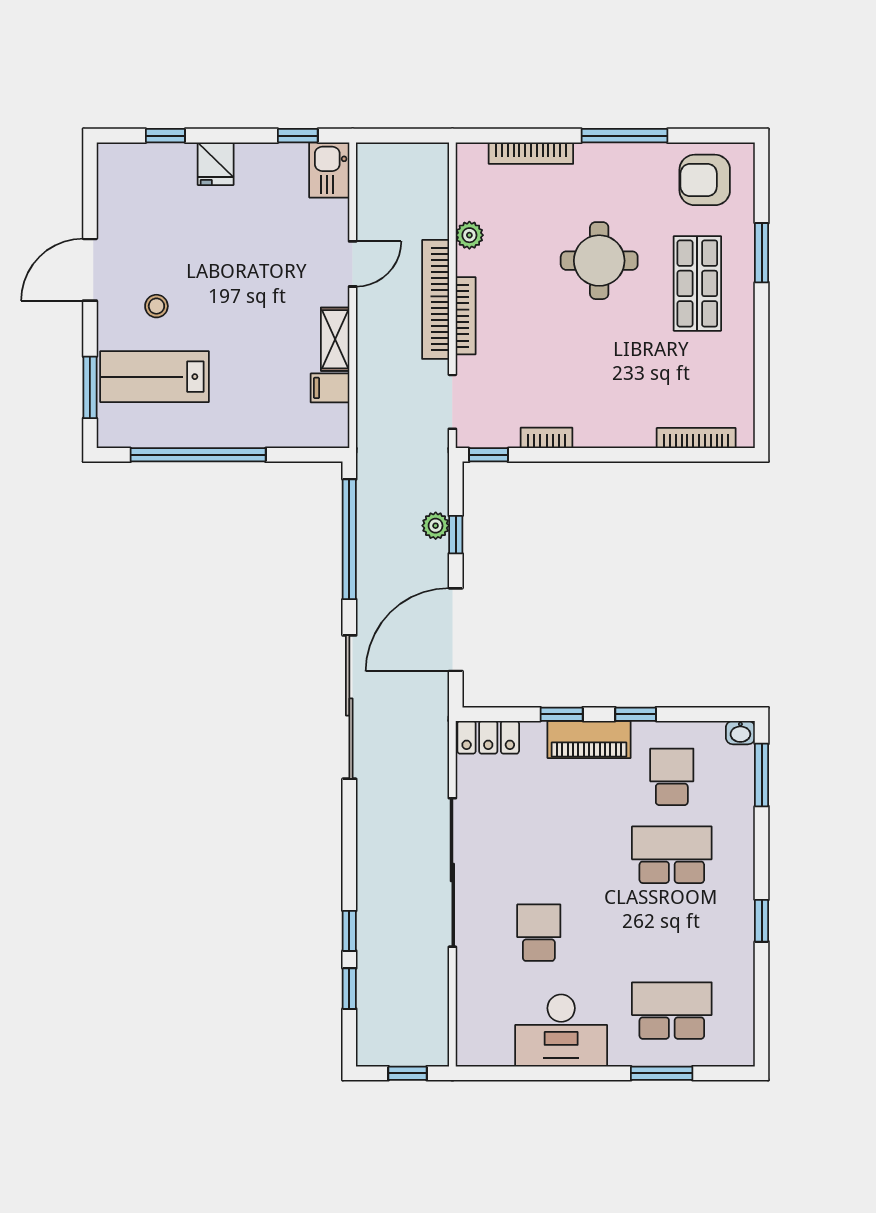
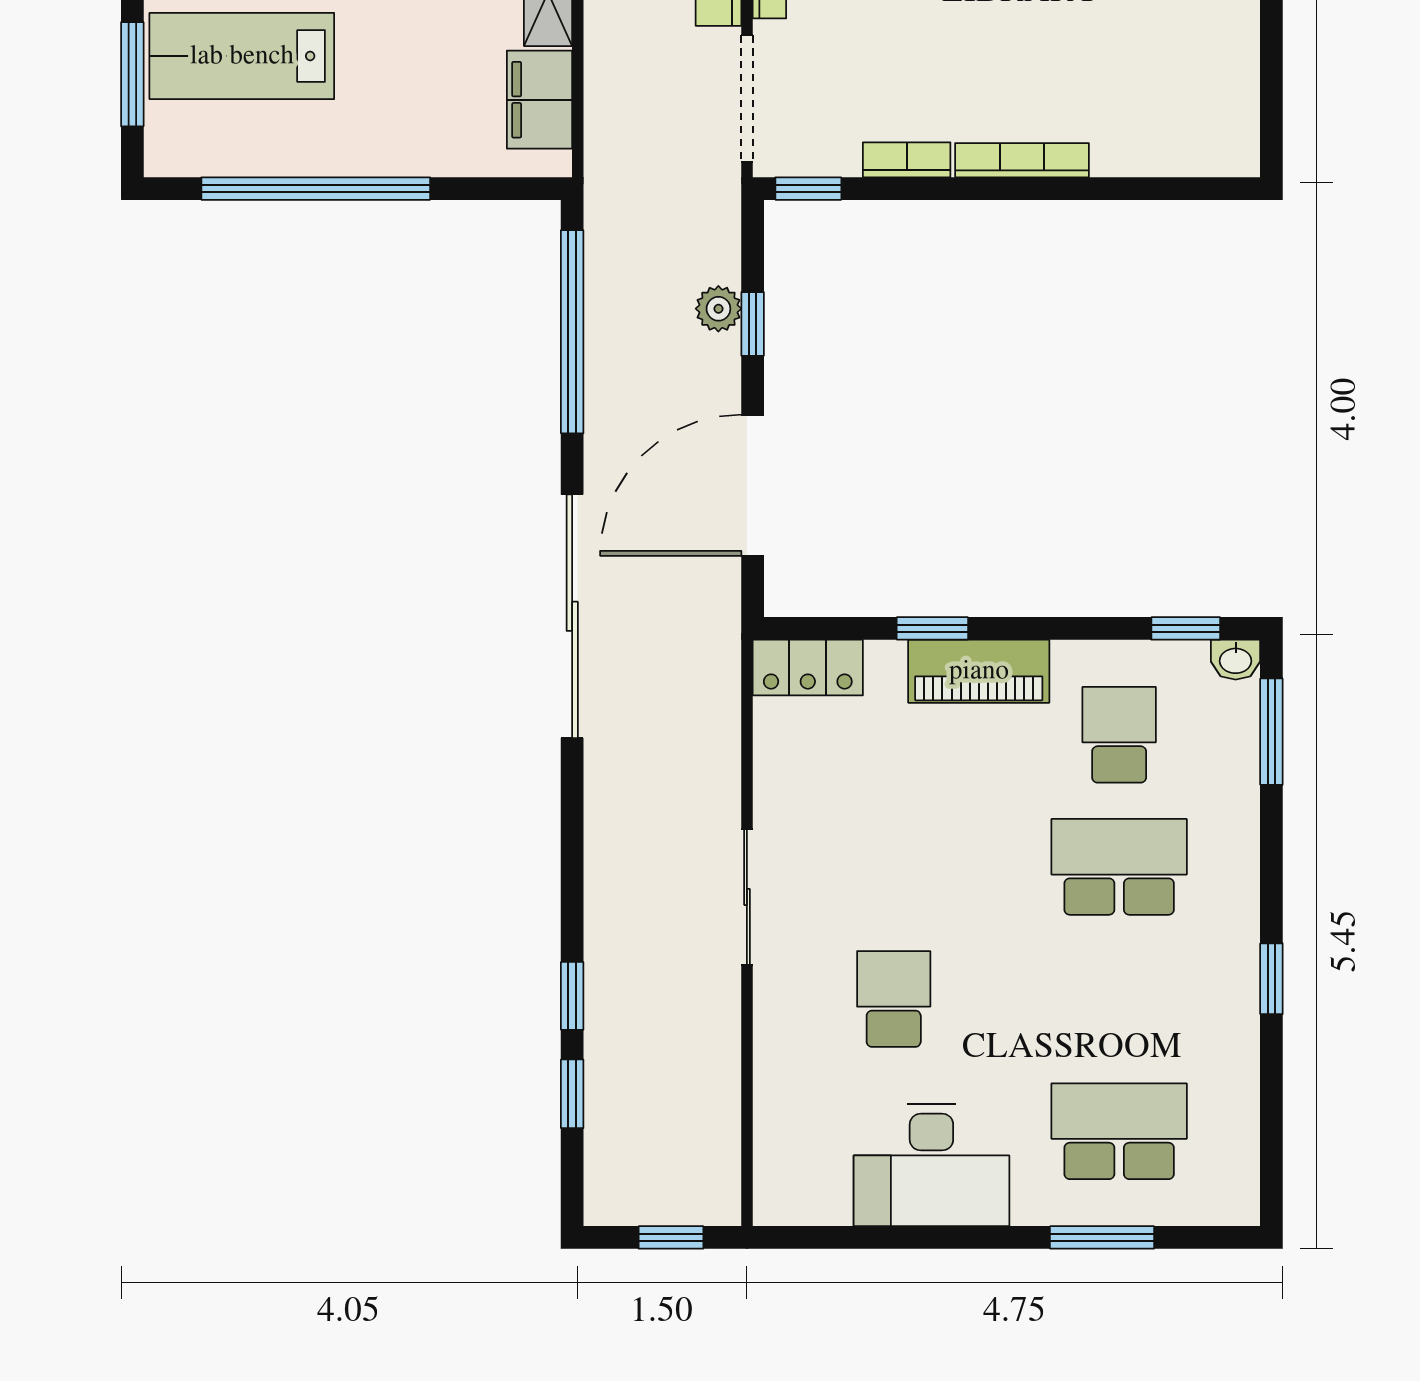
filing cabinet: (330, 388) -> (539, 100), width x2.00
doorway: (452, 402) -> (747, 99), width x1.38
bookcase: (696, 438) -> (1022, 160), moved
window: (636, 714) -> (1186, 628), moved
sliding door: (452, 872) -> (747, 897), width x0.54

